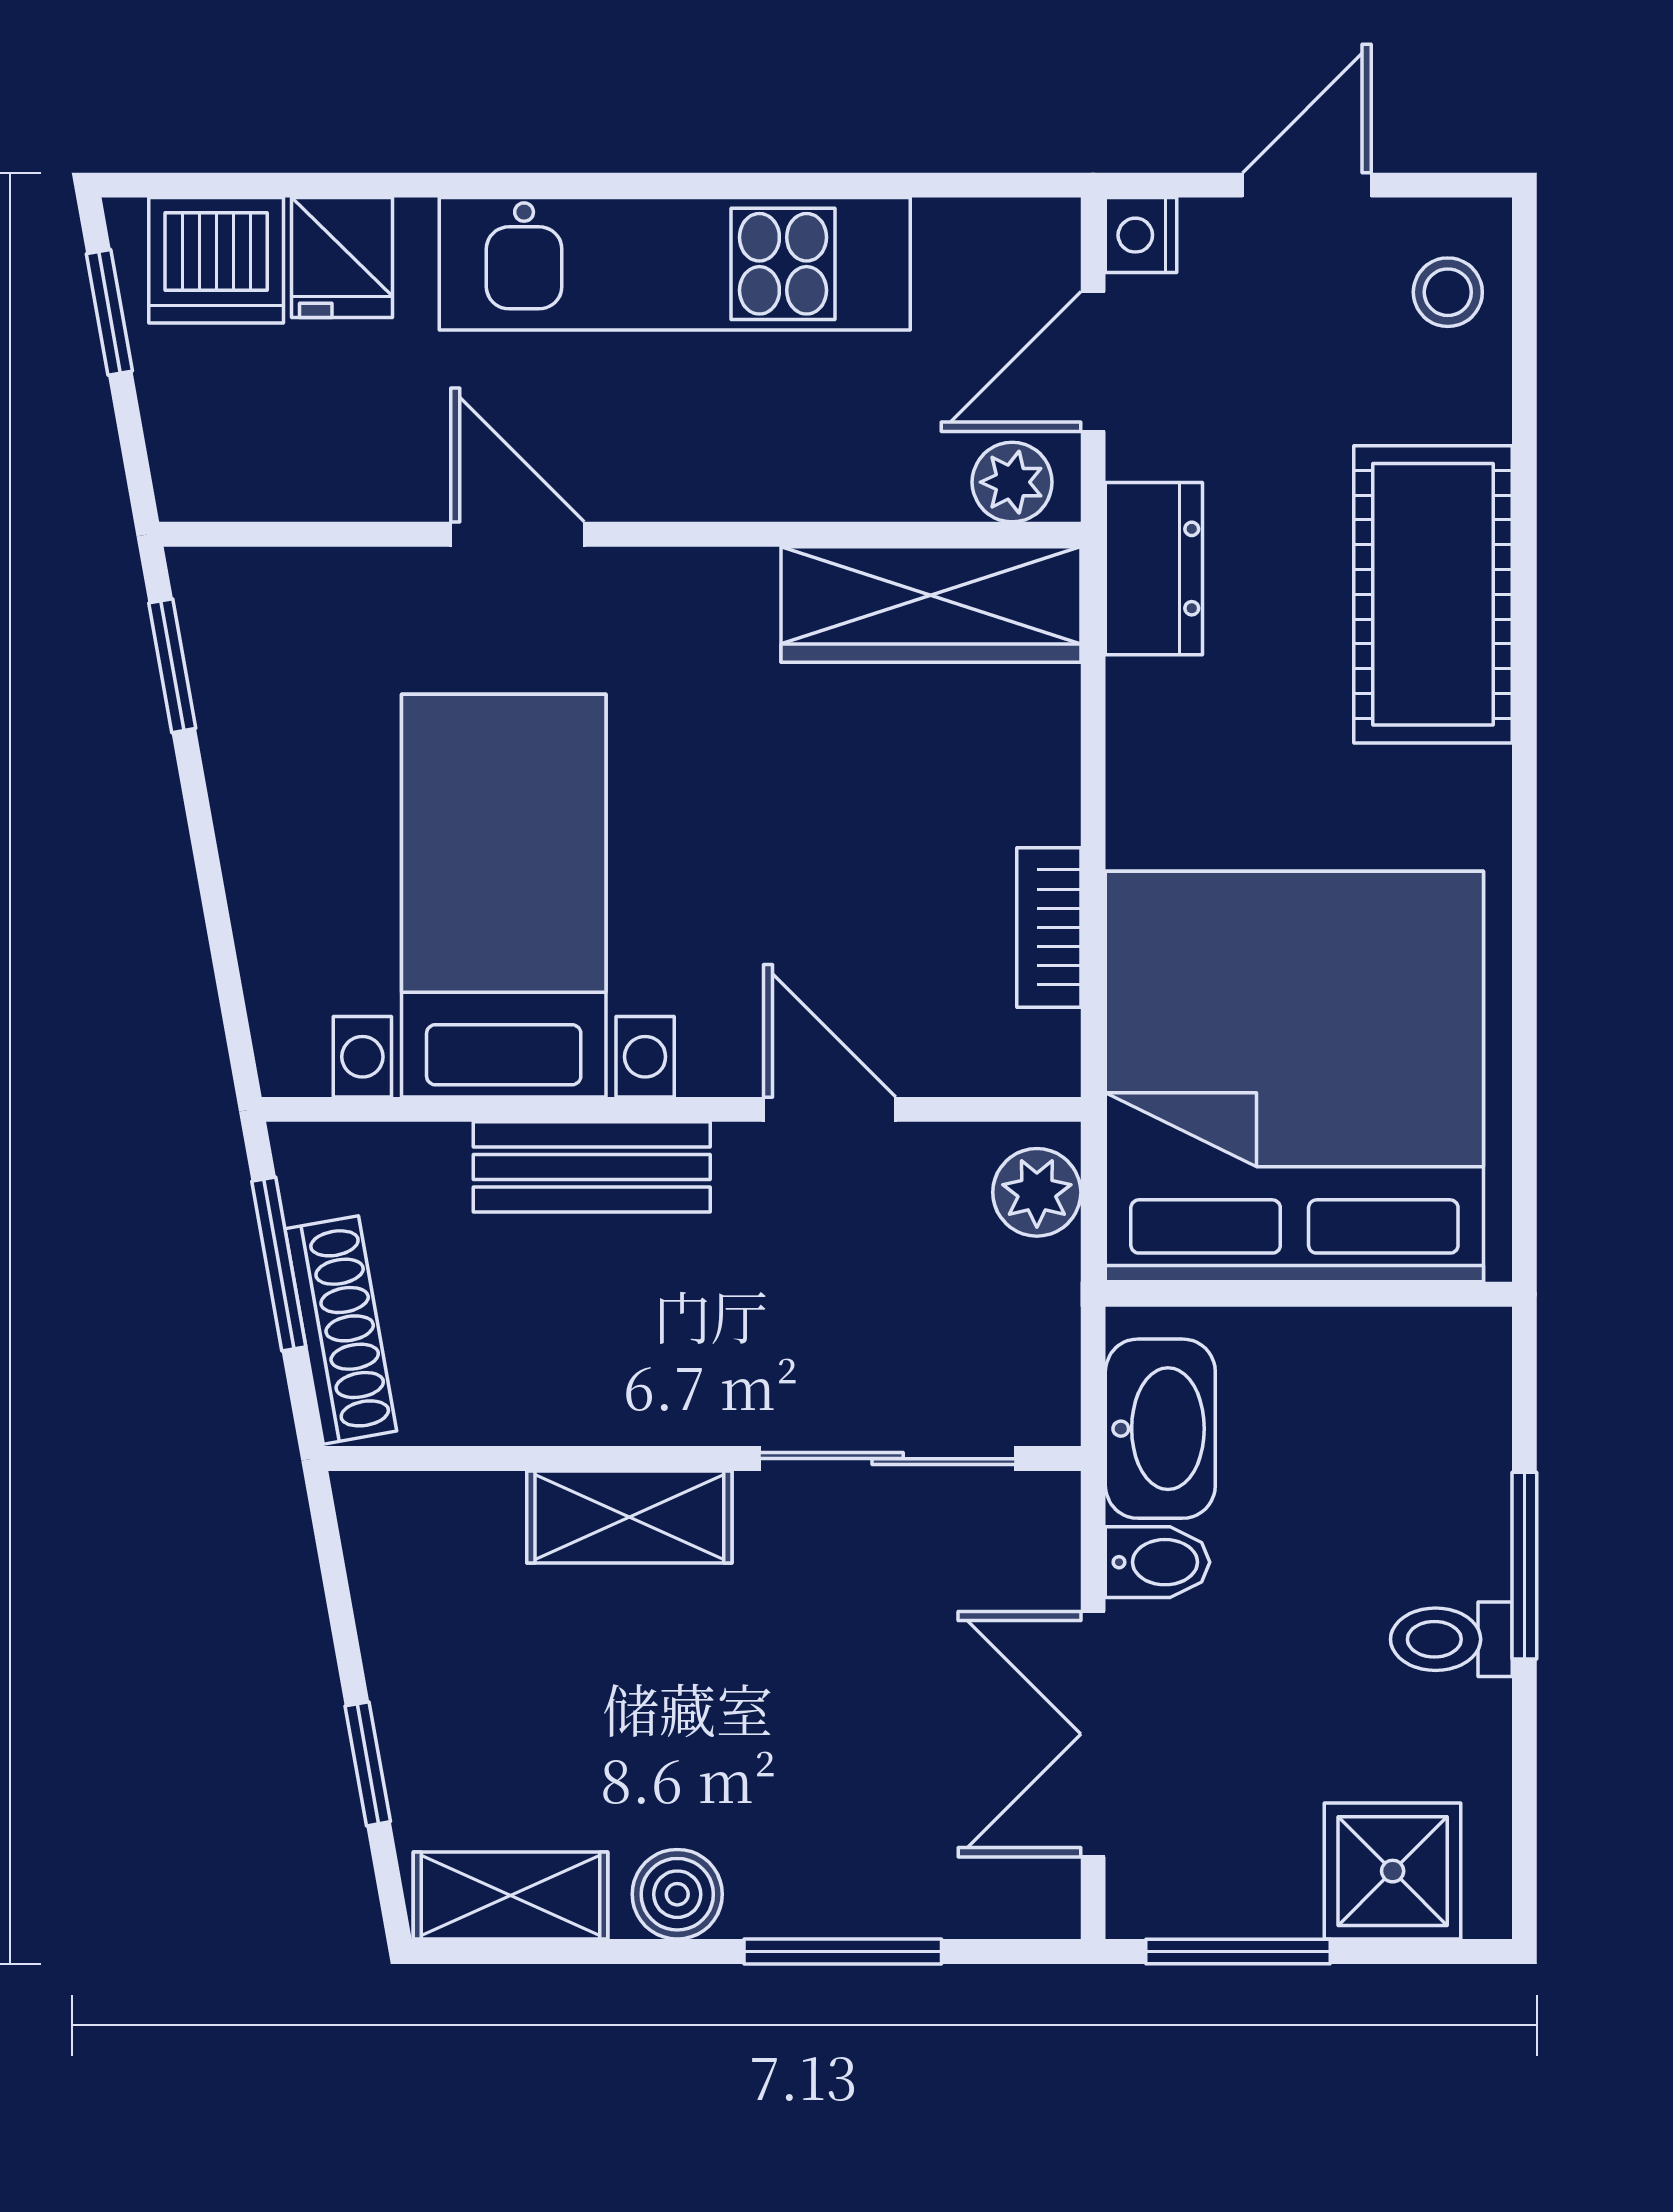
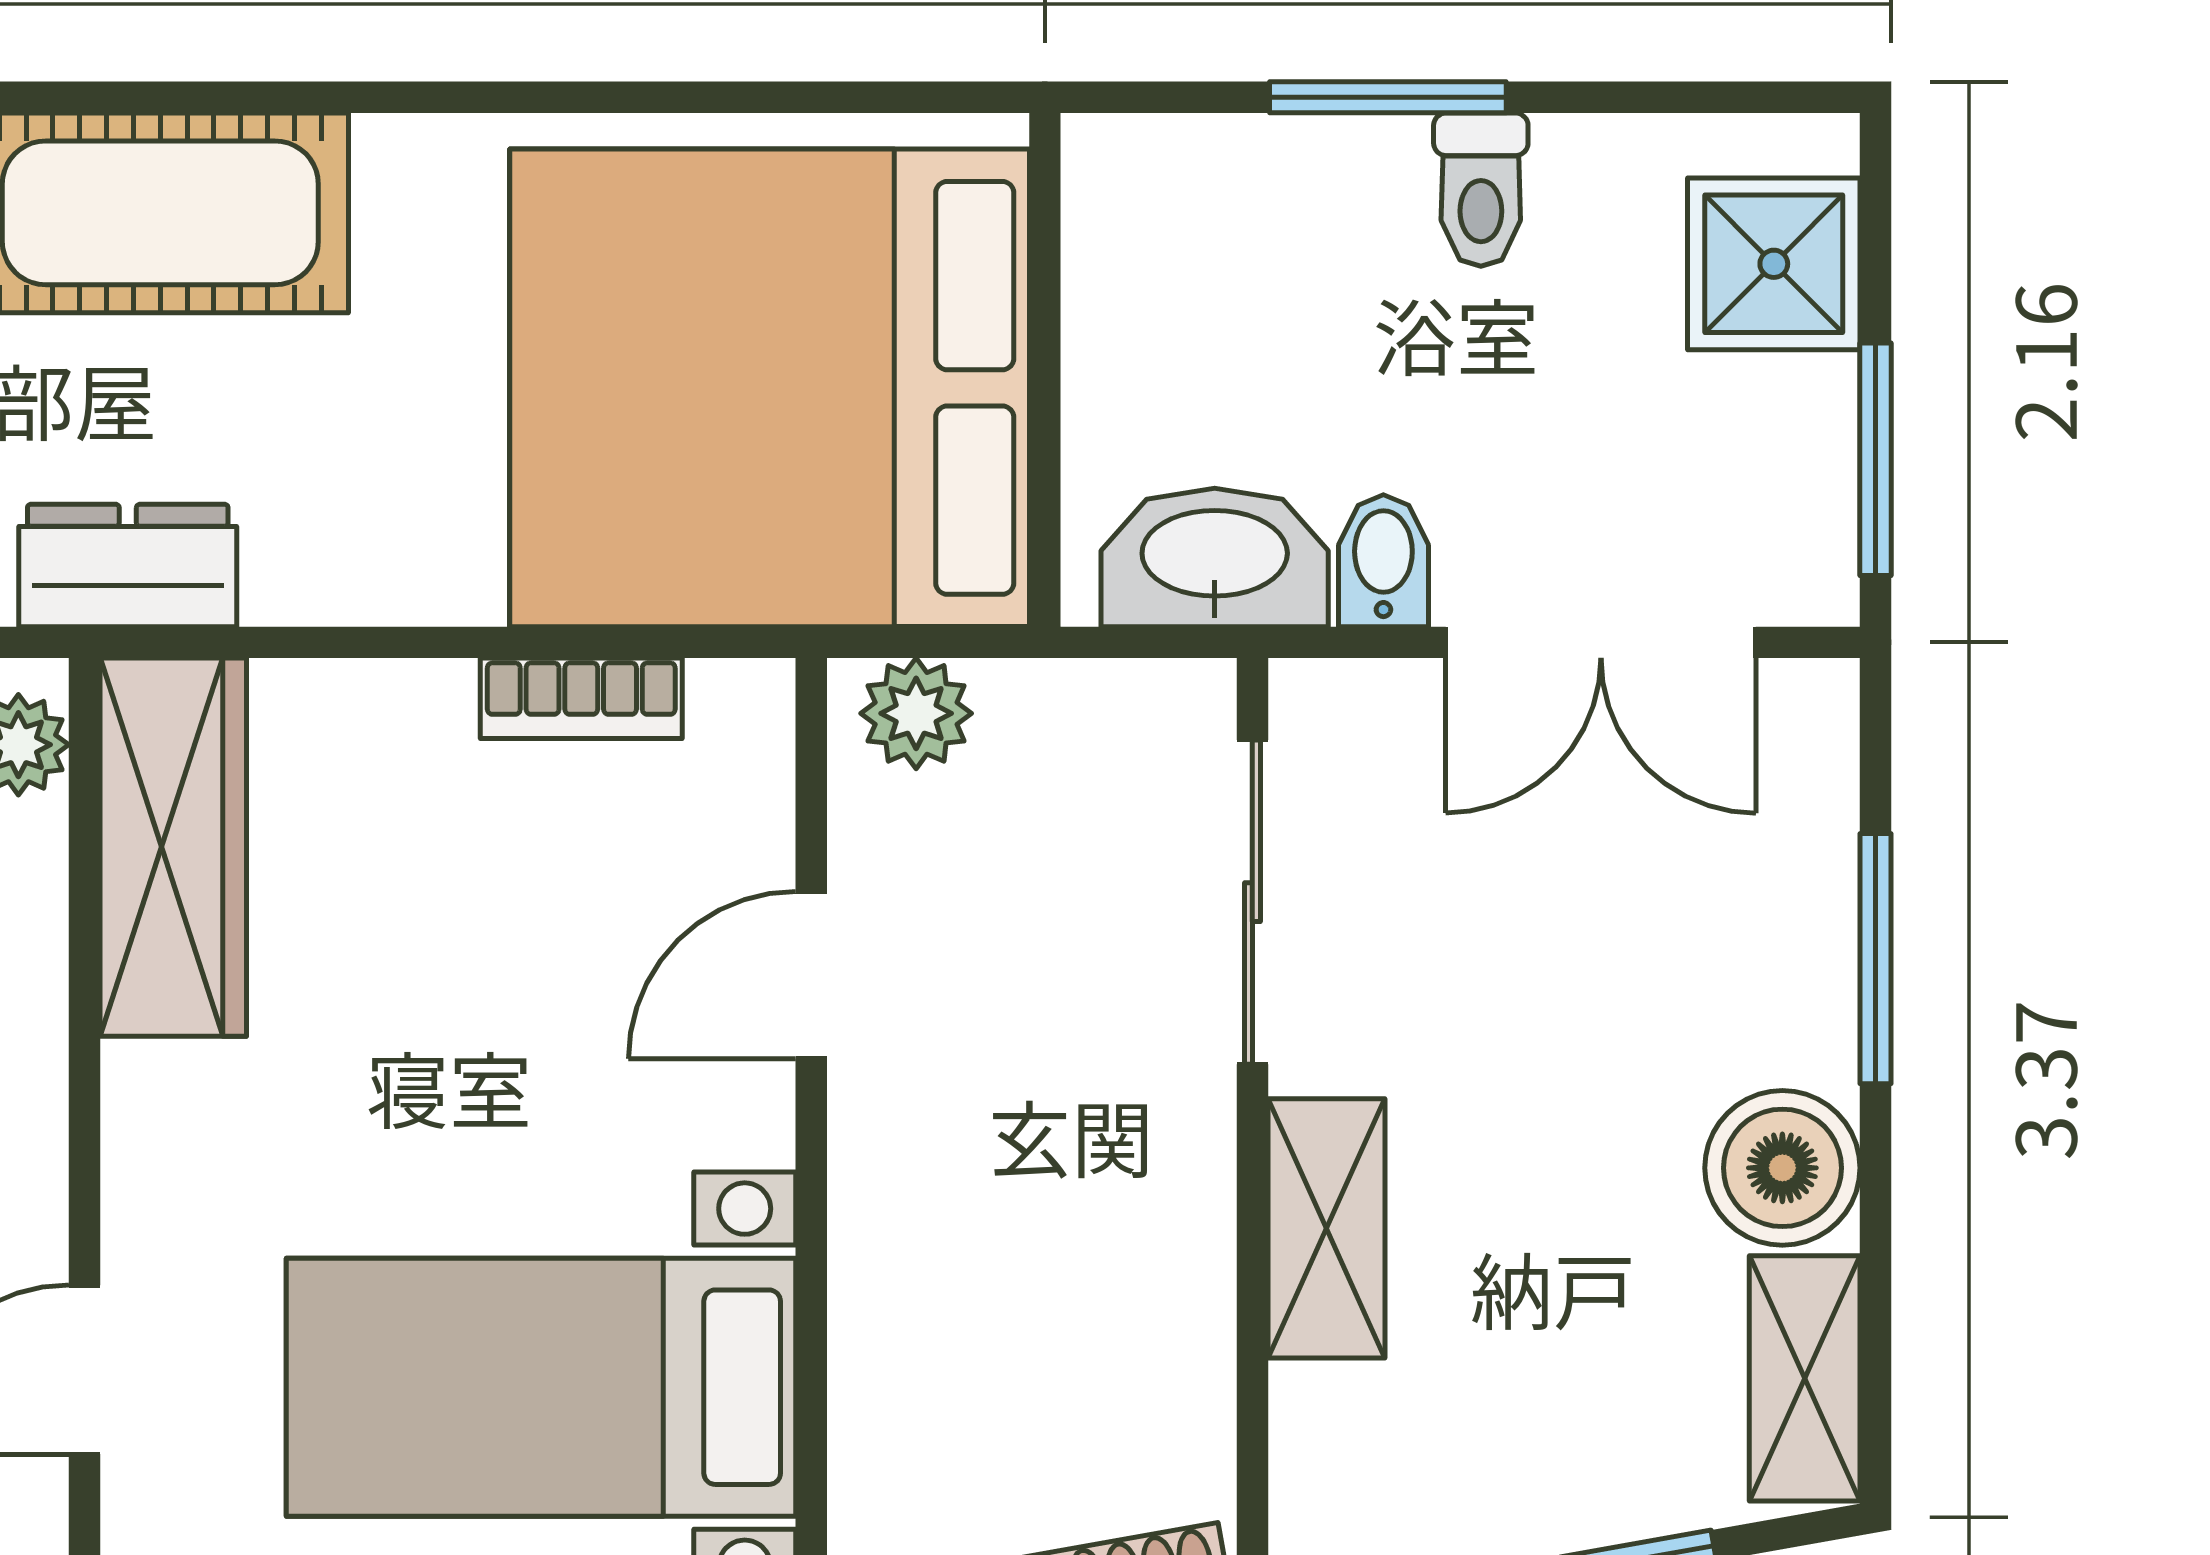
bench: (592, 1167) -> (884, 1276), removed
boiler: (677, 1894) -> (1782, 1168), width x1.36, depth x1.36

